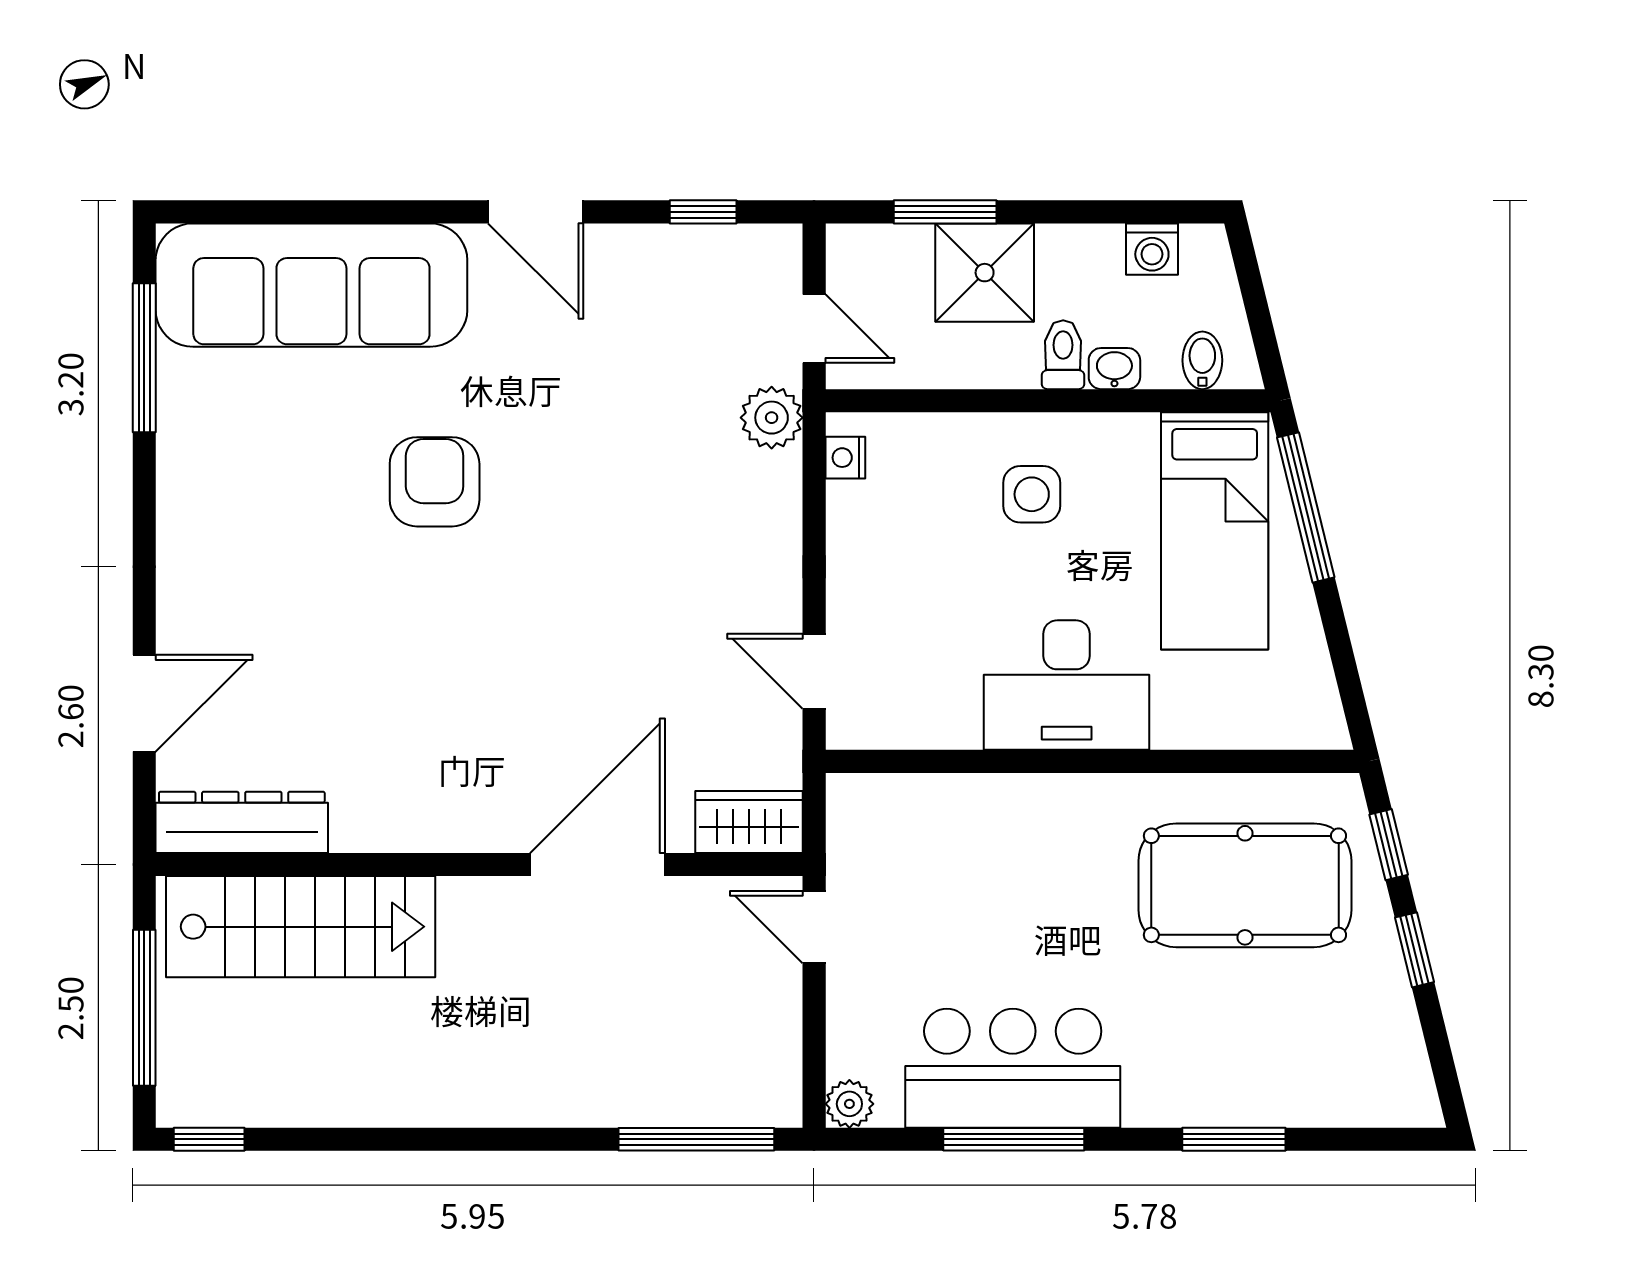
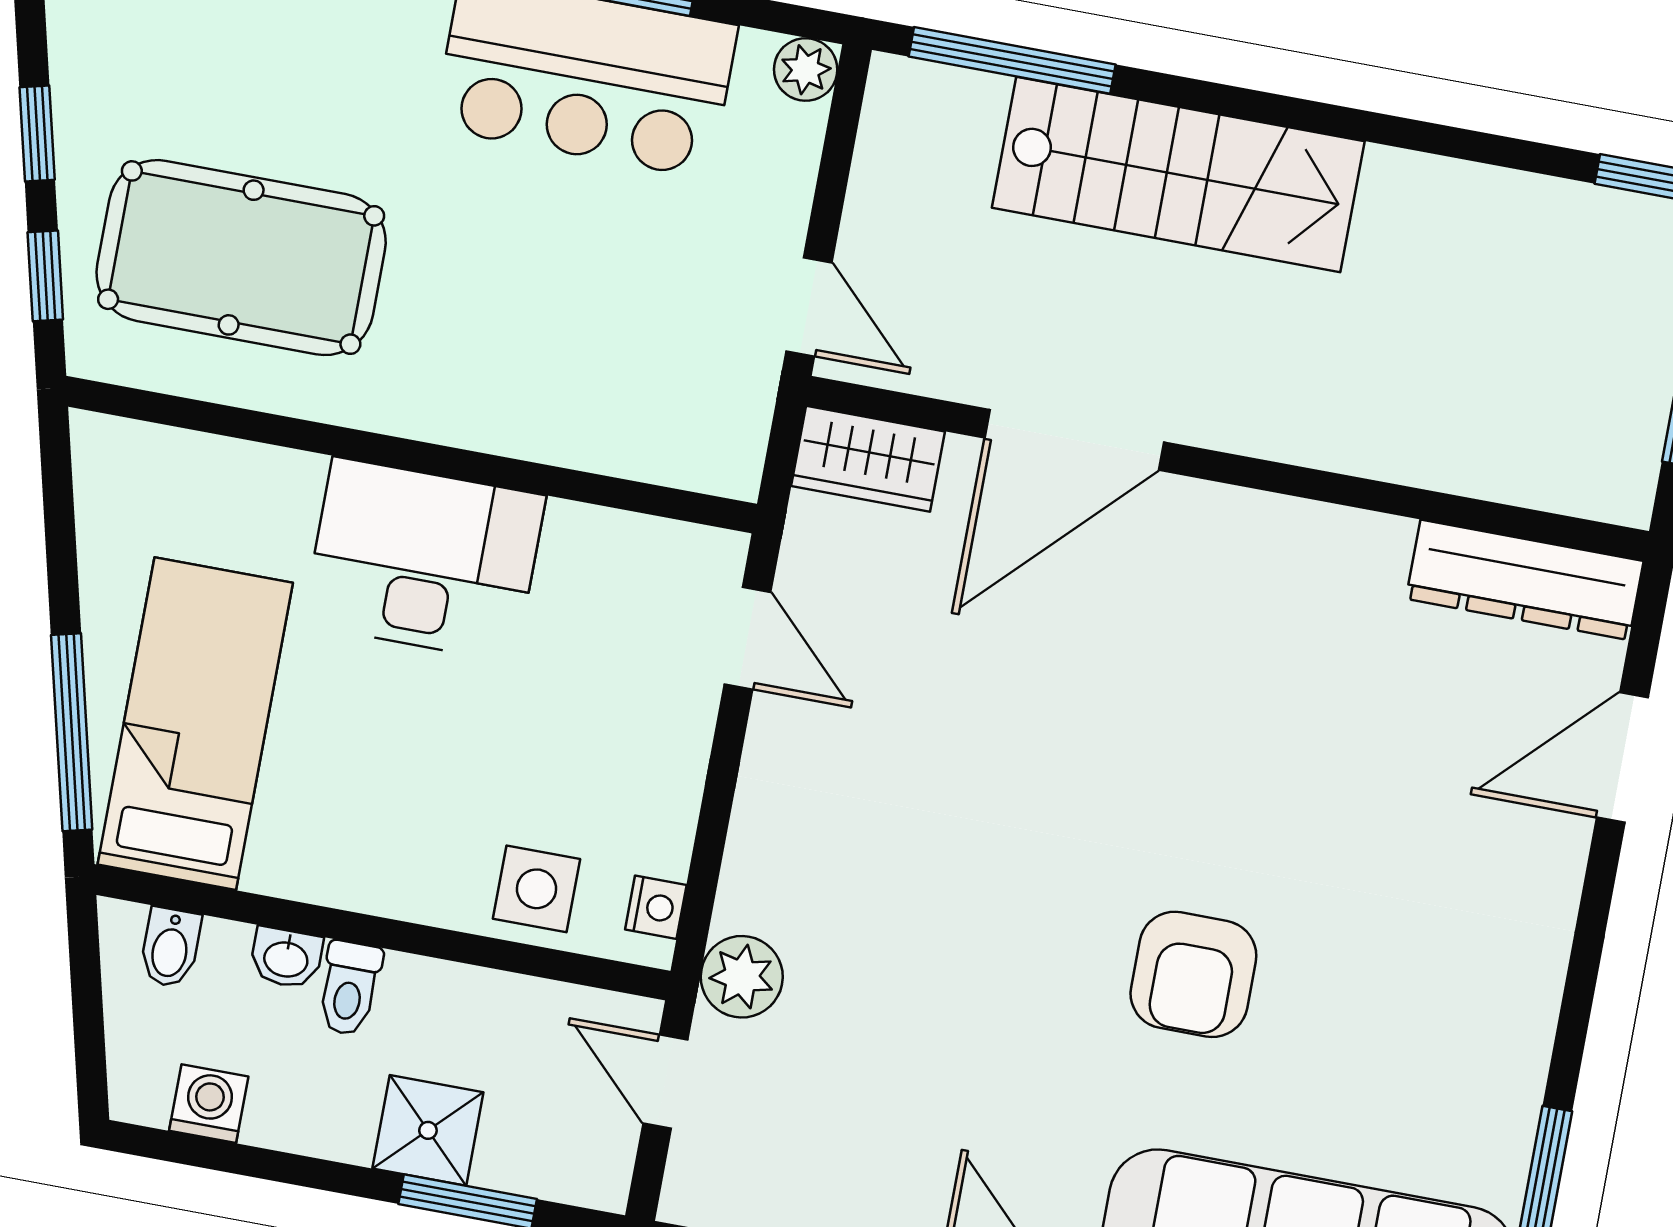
shower: (985, 273) -> (428, 1130), width x0.73, depth x0.73
side table: (1032, 494) -> (536, 889), moved
stairs: (301, 927) -> (1178, 175), moved, turned 180

